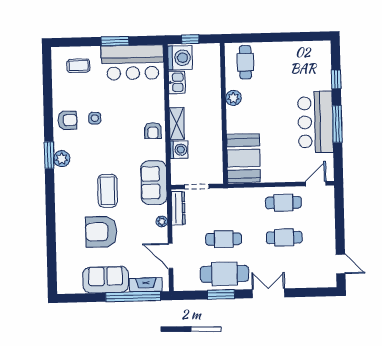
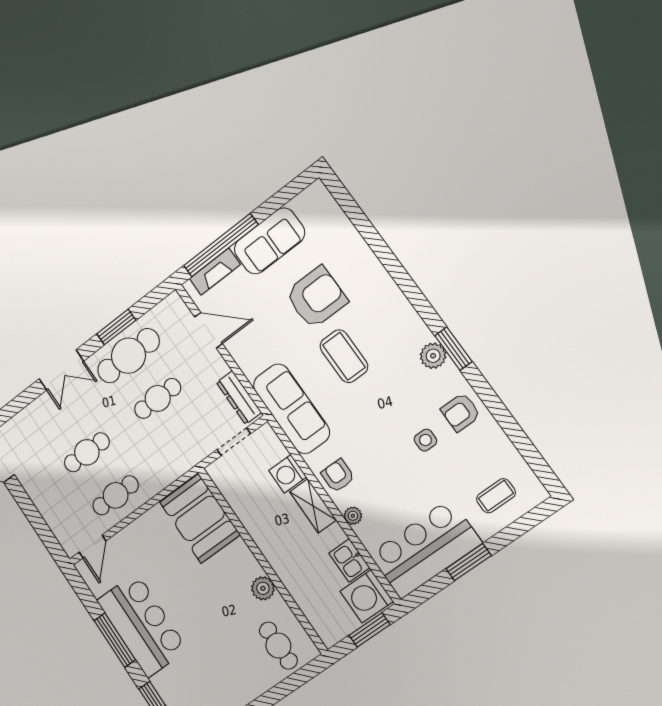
window: (190, 39) -> (370, 630), width x1.50
sofa: (154, 183) -> (291, 409), width x1.36
plant: (162, 221) -> (353, 516), moved

